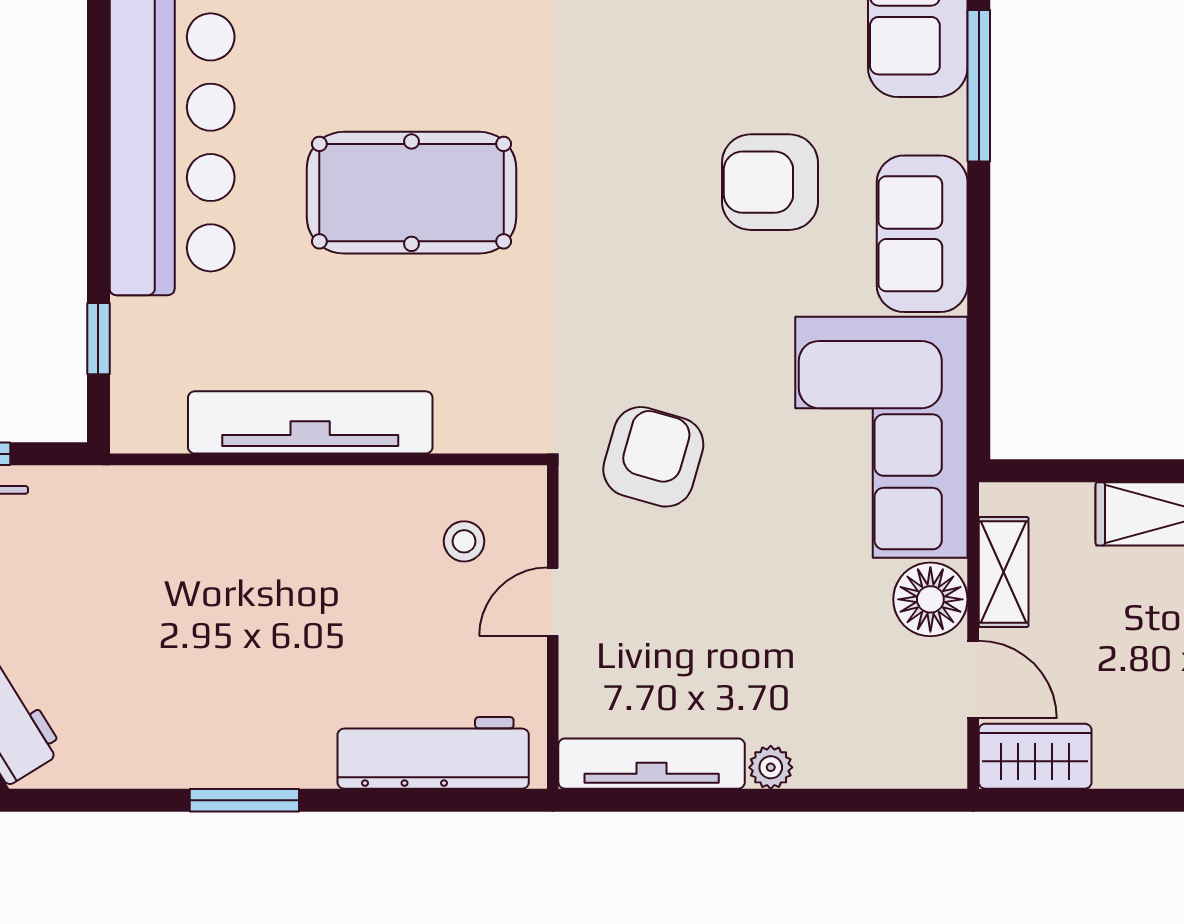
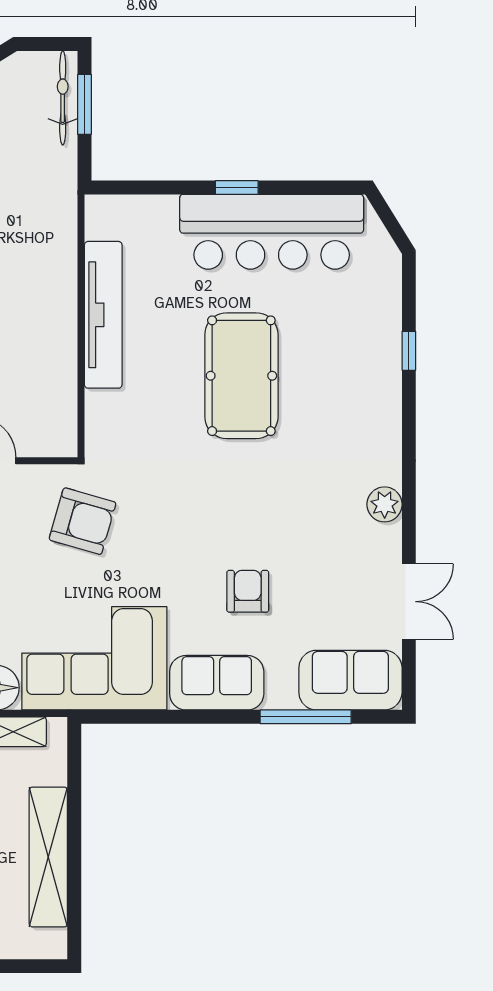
armchair: (770, 182) -> (248, 591), width x0.72, depth x0.72
window: (98, 339) -> (237, 187), moved
stool: (464, 541) -> (32, 407), removed

